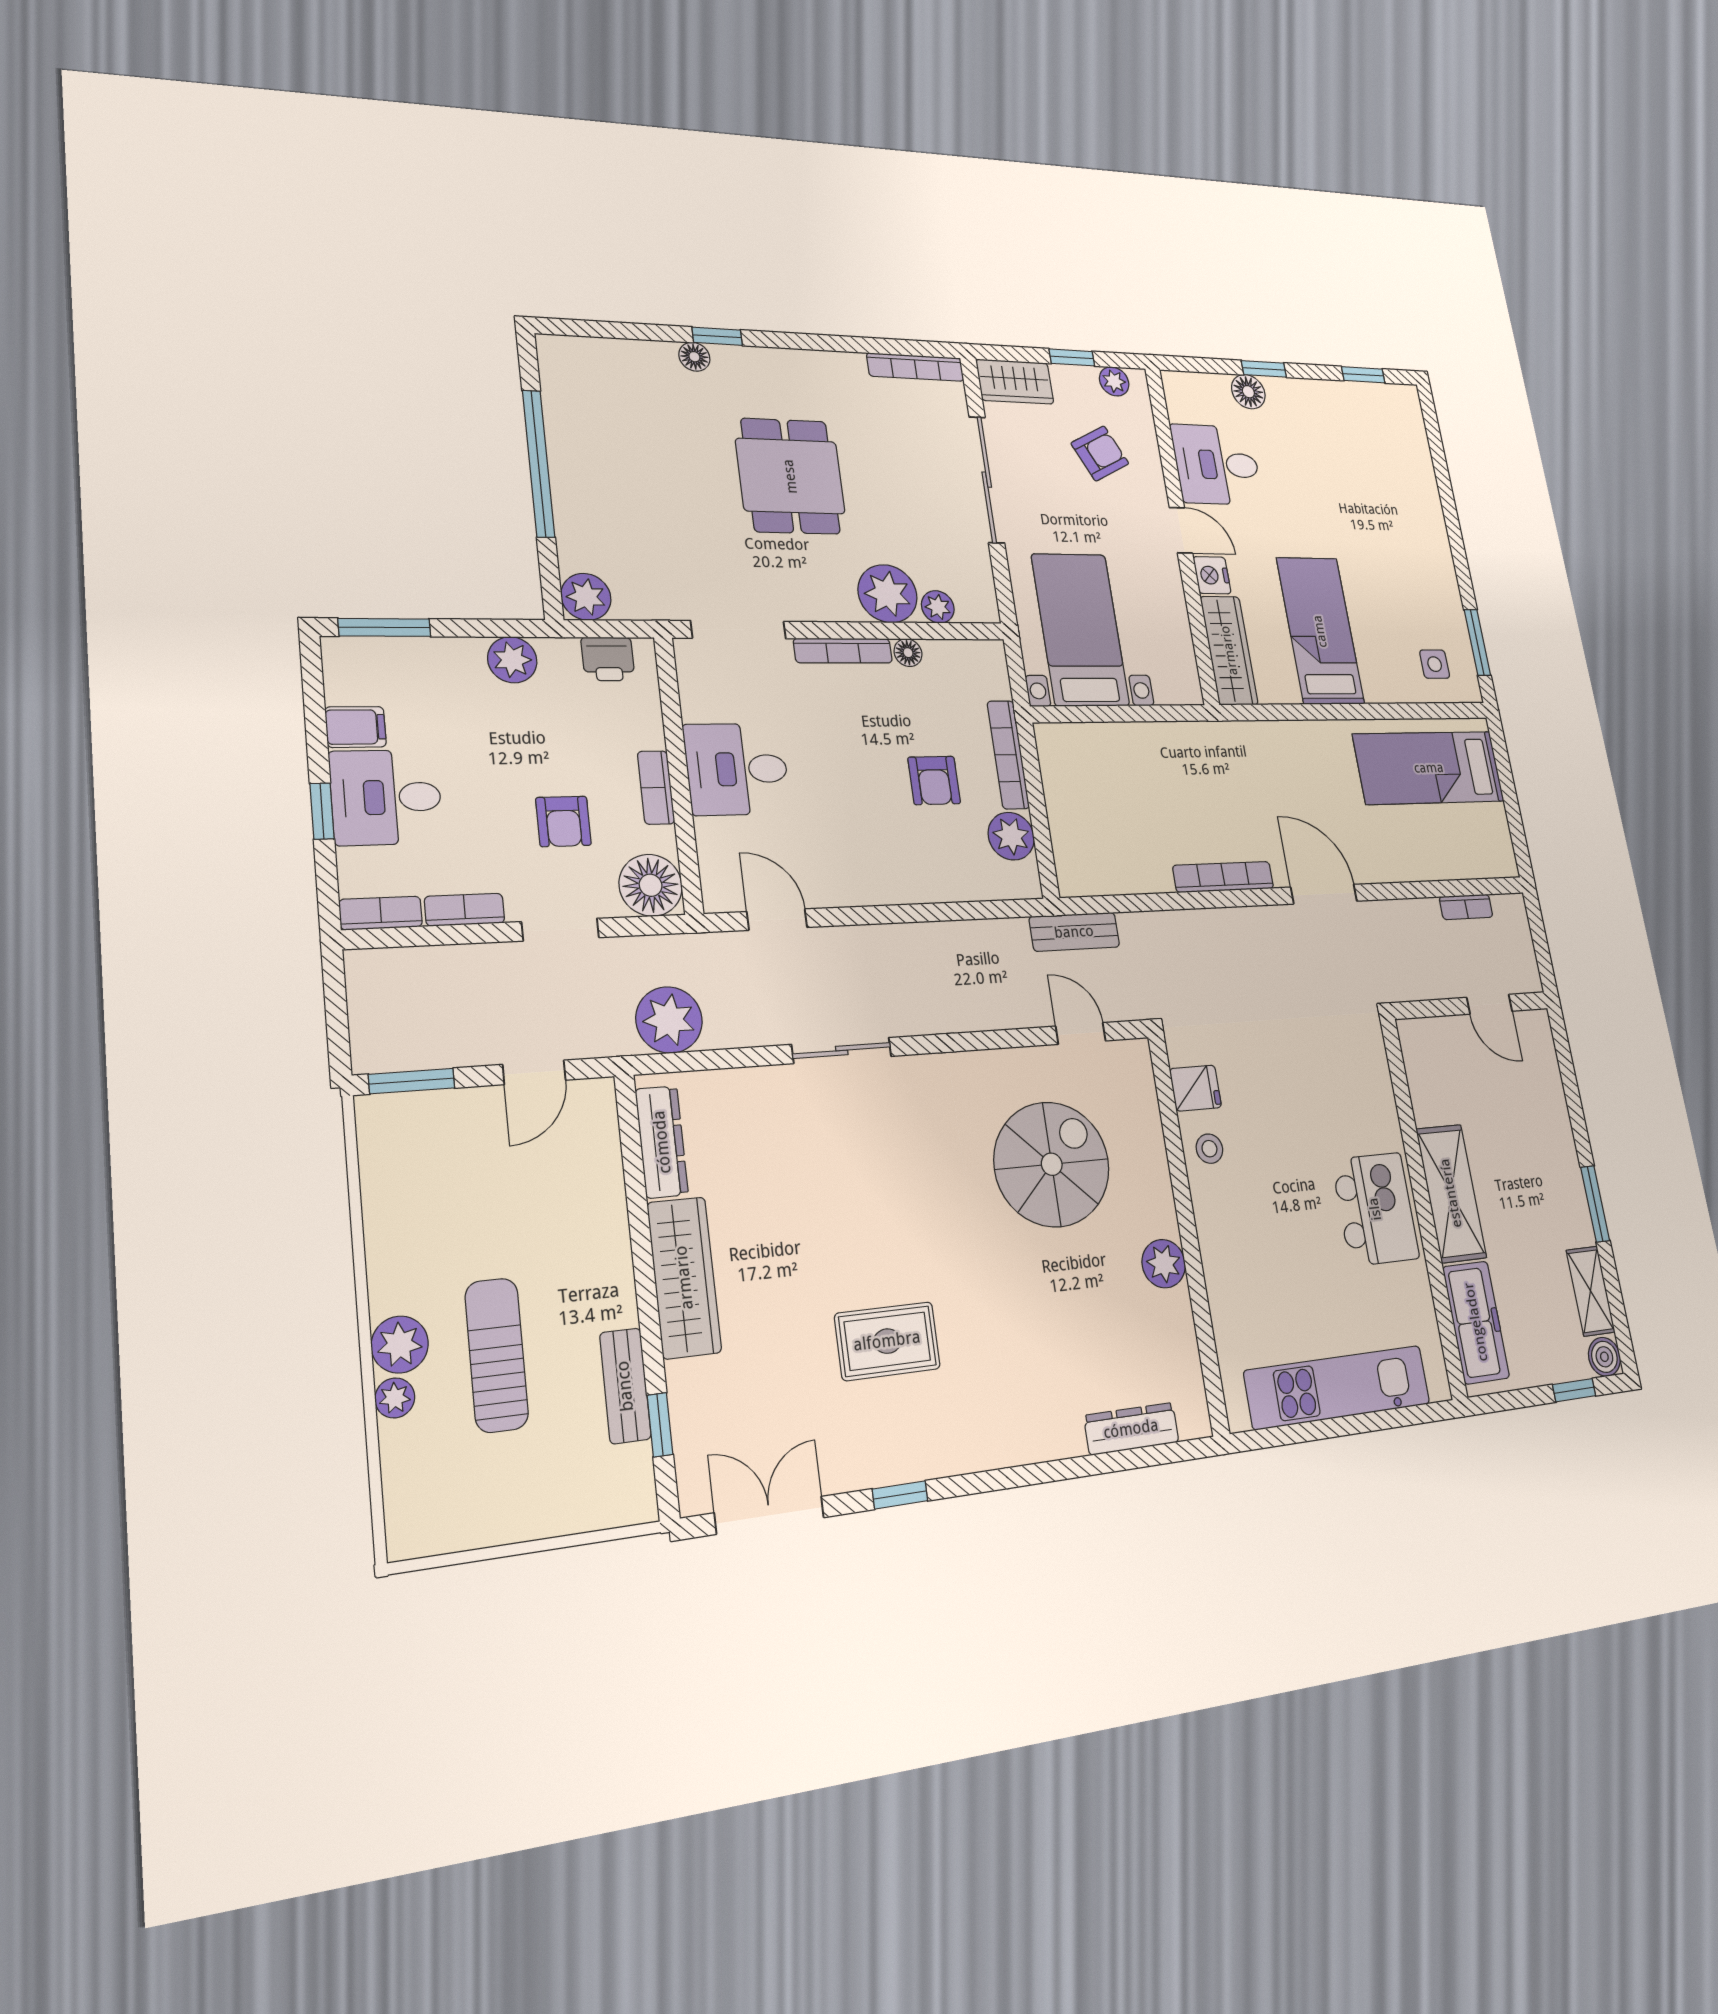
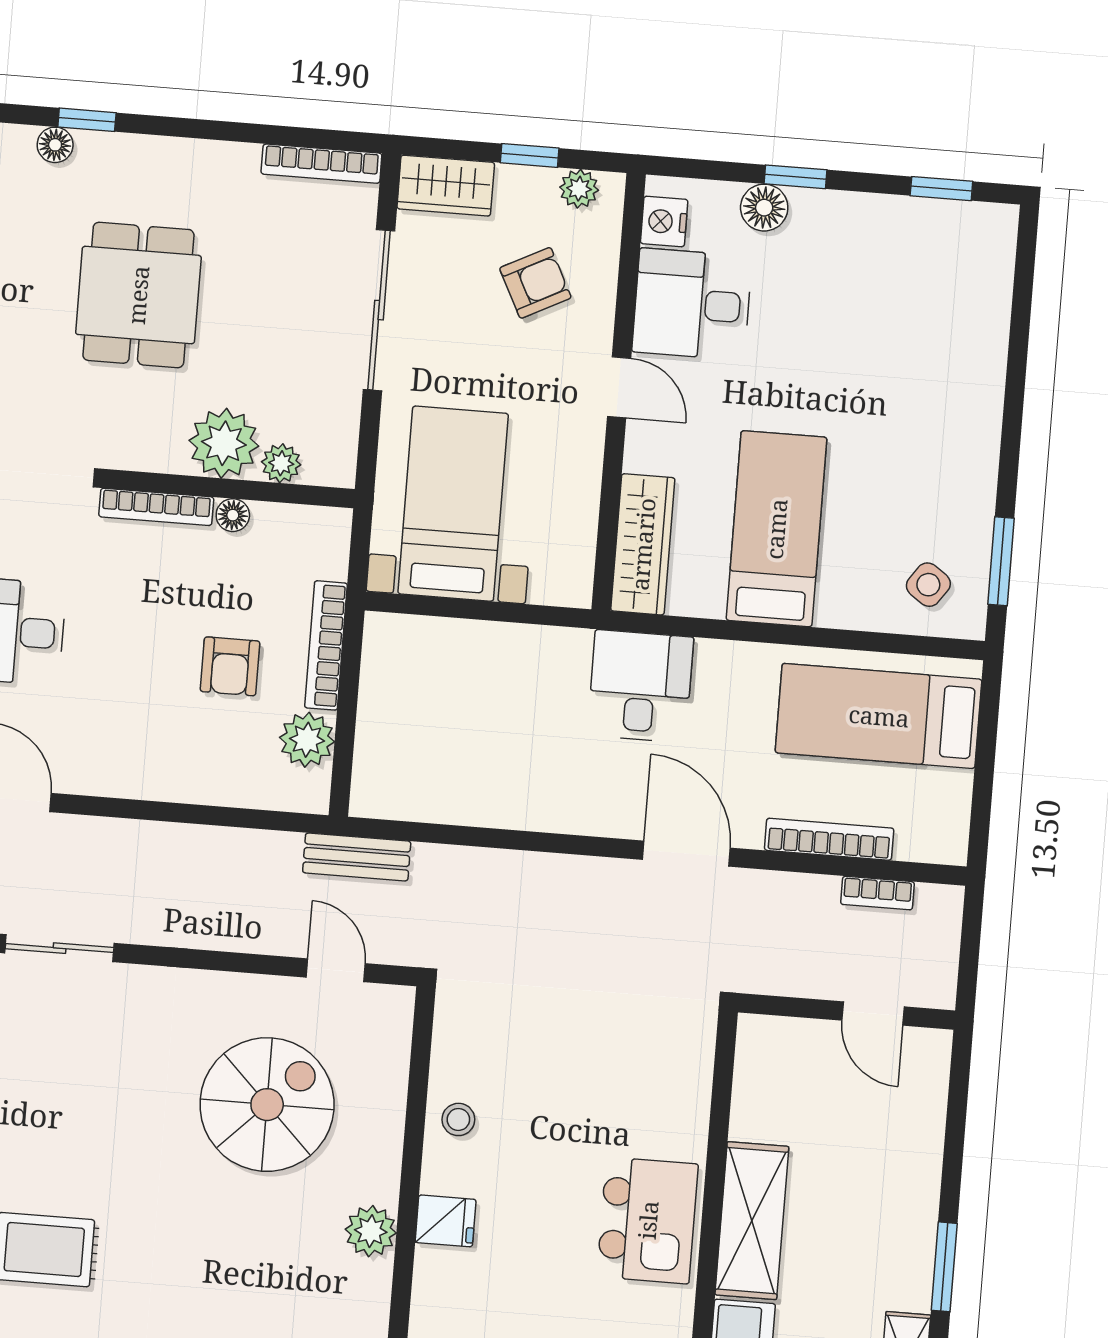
nightstand: (1212, 575) -> (664, 221), moved
side table: (1435, 664) -> (928, 585), turned 35
desk: (1256, 763) -> (640, 686), added
bookcase: (1223, 877) -> (829, 839), moved
fridge: (1196, 1088) -> (446, 1221), moved

